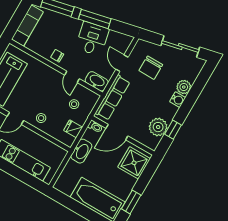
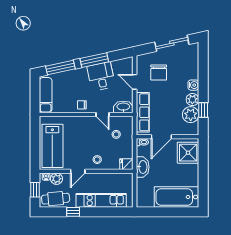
plant: (184, 87) -> (192, 100), moved
fridge: (73, 129) -> (126, 164), moved
window: (131, 202) -> (203, 184), removed

